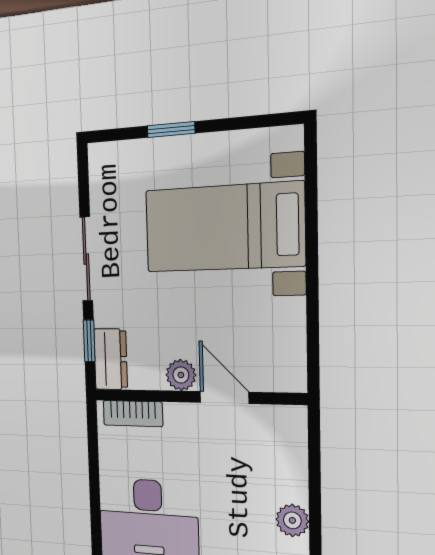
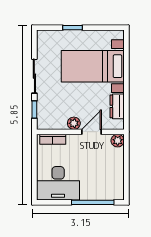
dresser: (111, 359) -> (117, 106), moved, turned 180
door: (224, 397) -> (92, 132), hinge flipped
plant: (292, 520) -> (118, 141), moved

